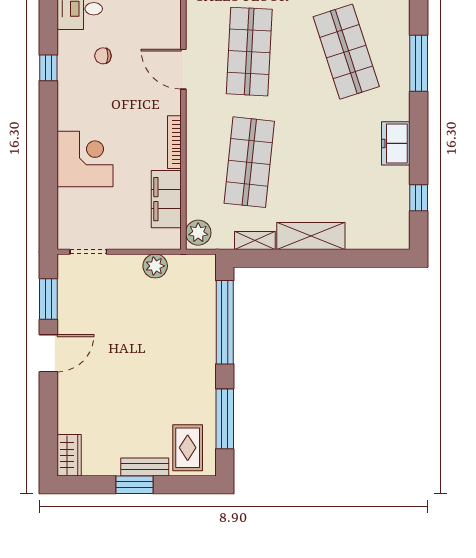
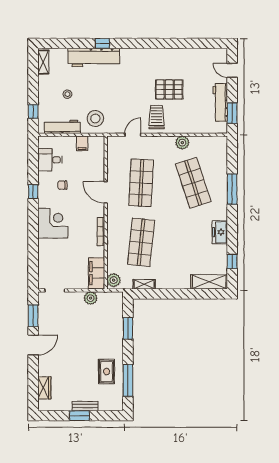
corner desk: (85, 159) -> (53, 223), moved
filing cabinet: (166, 199) -> (97, 273), moved
shelving: (311, 236) -> (209, 282), moved
window: (225, 322) -> (128, 328), width x0.47
rug: (188, 448) -> (107, 372), moved
wardrobe: (69, 455) -> (44, 388), moved

